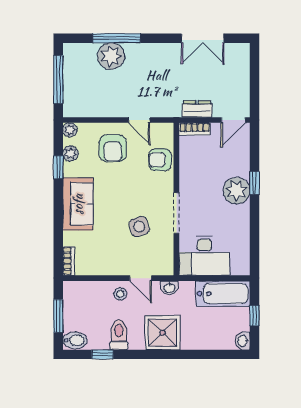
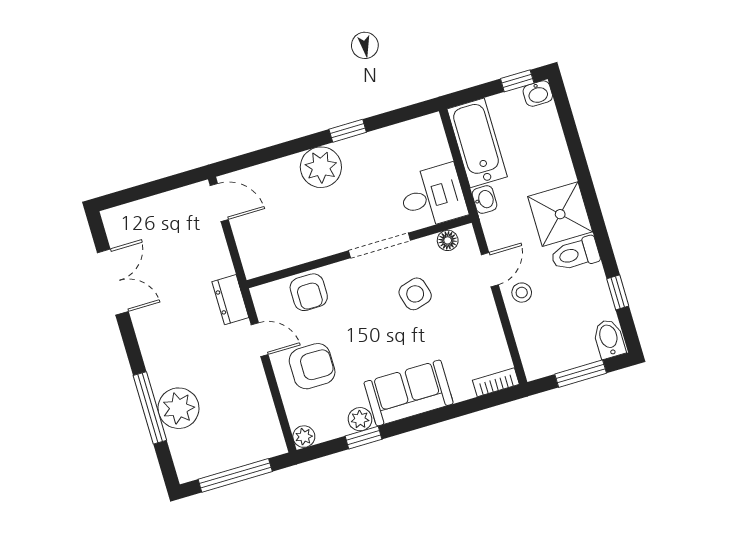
dresser: (197, 109) -> (230, 300), moved
door: (139, 120) -> (260, 340), hinge flipped
bookcase: (194, 129) -> (249, 255), removed
plant: (70, 154) -> (360, 419), moved
window: (254, 183) -> (348, 131), moved
desk: (204, 256) -> (433, 196), width x0.73
floor lamp: (167, 257) -> (448, 240), added
washbasin: (169, 288) -> (485, 200), moved
window: (254, 316) -> (517, 81), moved
toilet: (119, 335) -> (575, 254), moved

